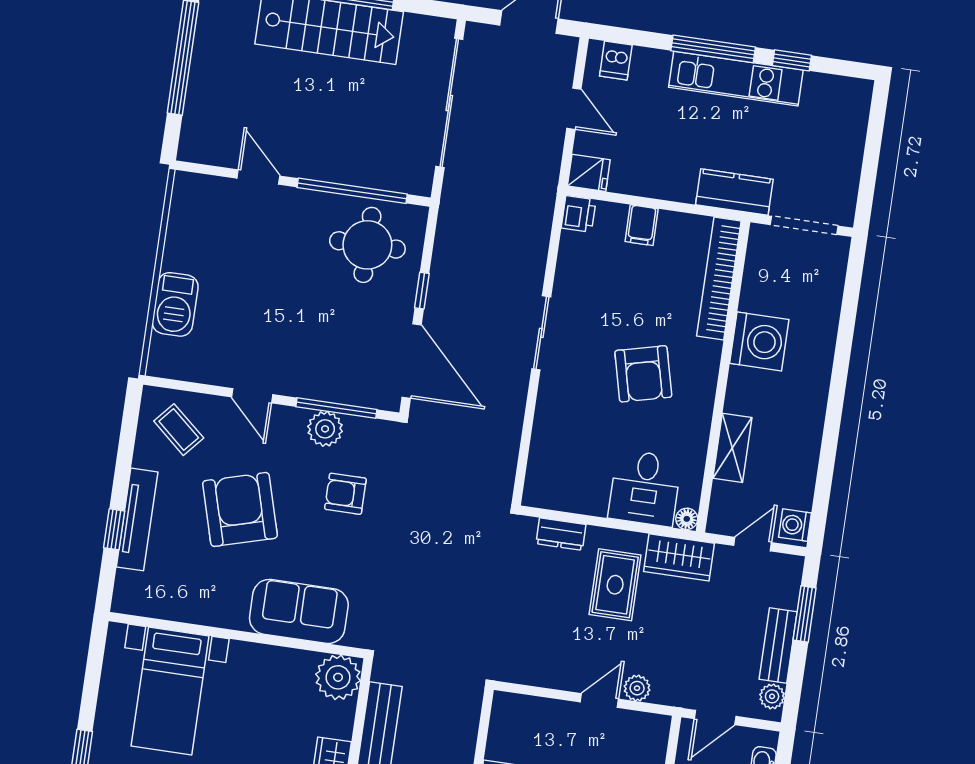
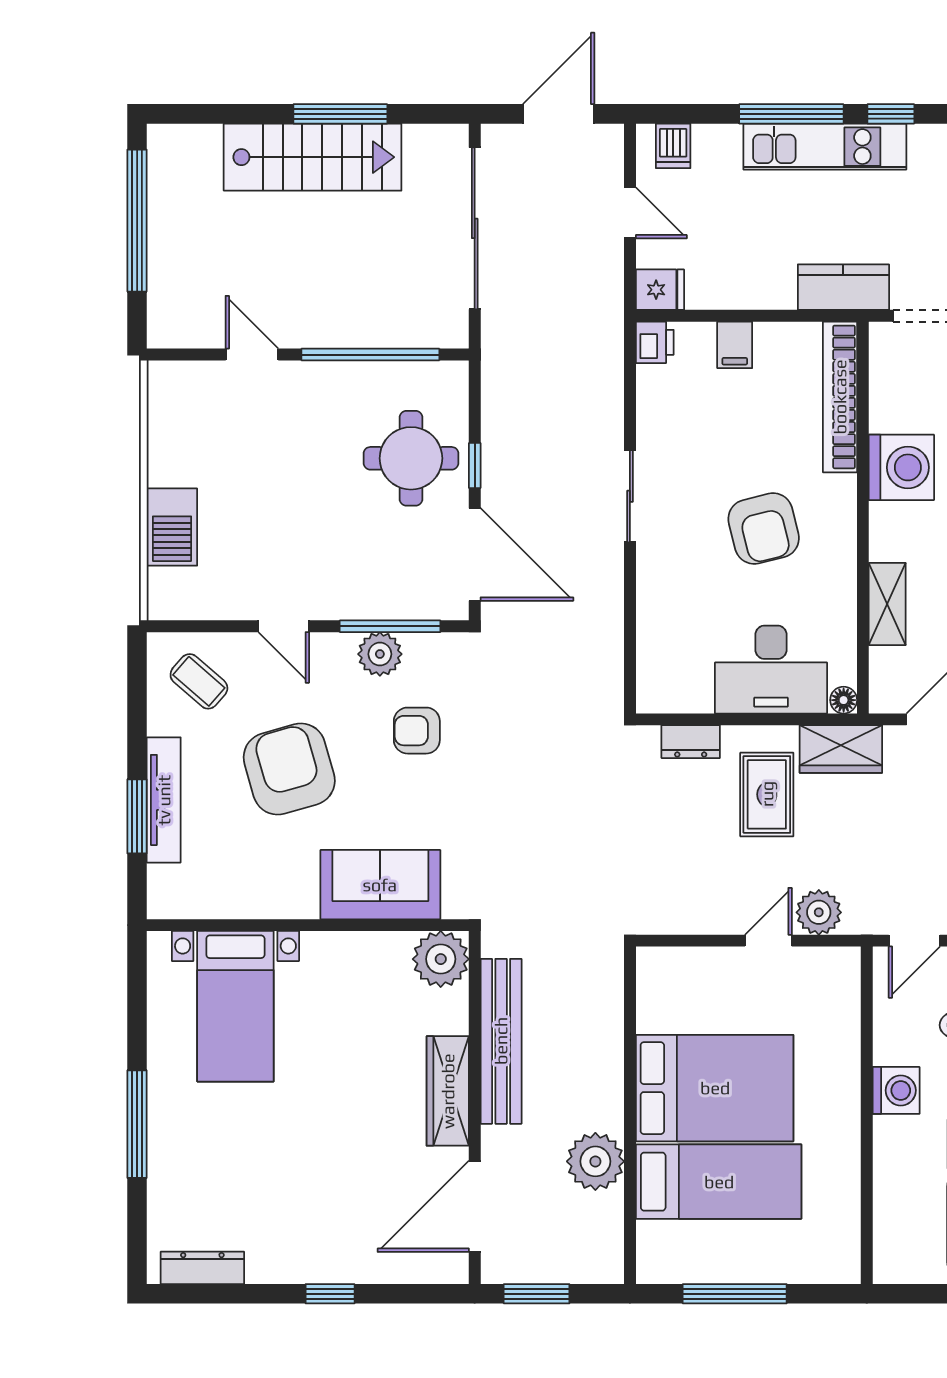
round table: (367, 245) -> (411, 458), moved
desk: (645, 488) -> (771, 670), width x1.37
window: (114, 529) -> (137, 816), width x1.50
plant: (637, 688) -> (819, 912), width x1.38, depth x1.38

